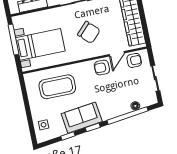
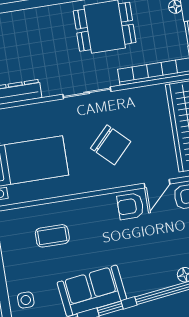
coffee table: (57, 87) -> (52, 236), width x0.54, depth x0.58

